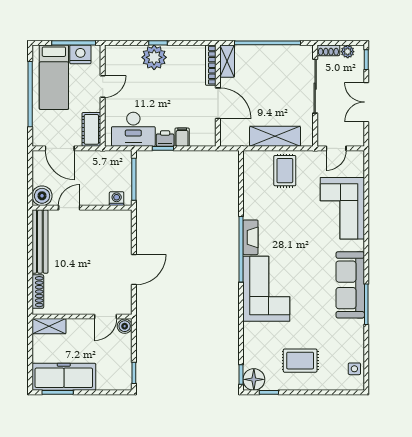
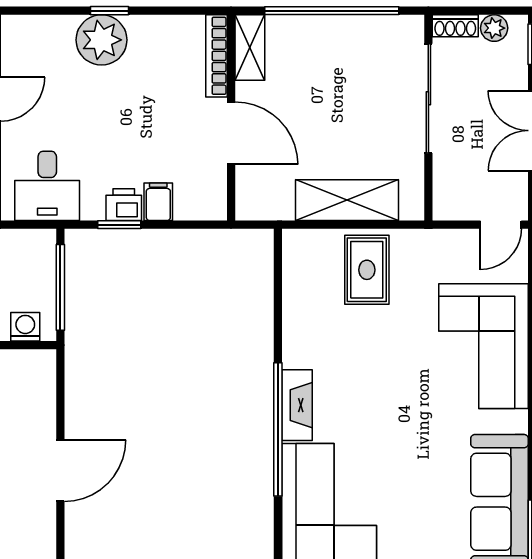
desk: (133, 129) -> (47, 186), width x0.73
door: (336, 148) -> (501, 225), moved

